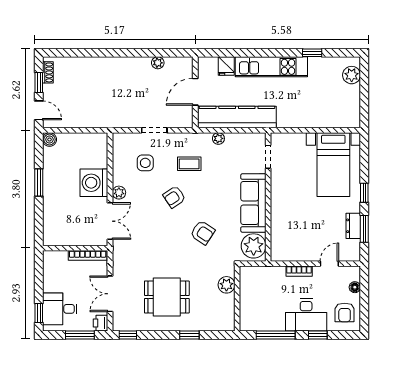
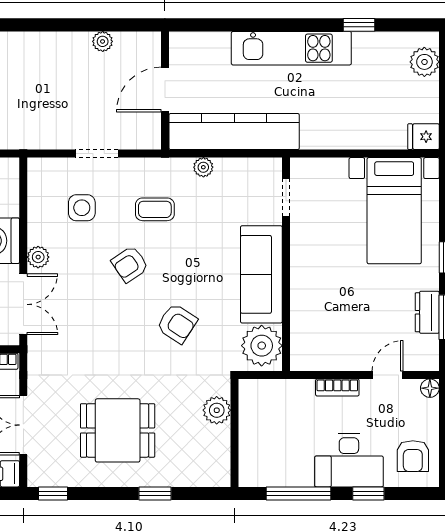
fridge: (226, 66) -> (424, 137), moved, turned 90
floor lamp: (355, 287) -> (430, 388), moved

